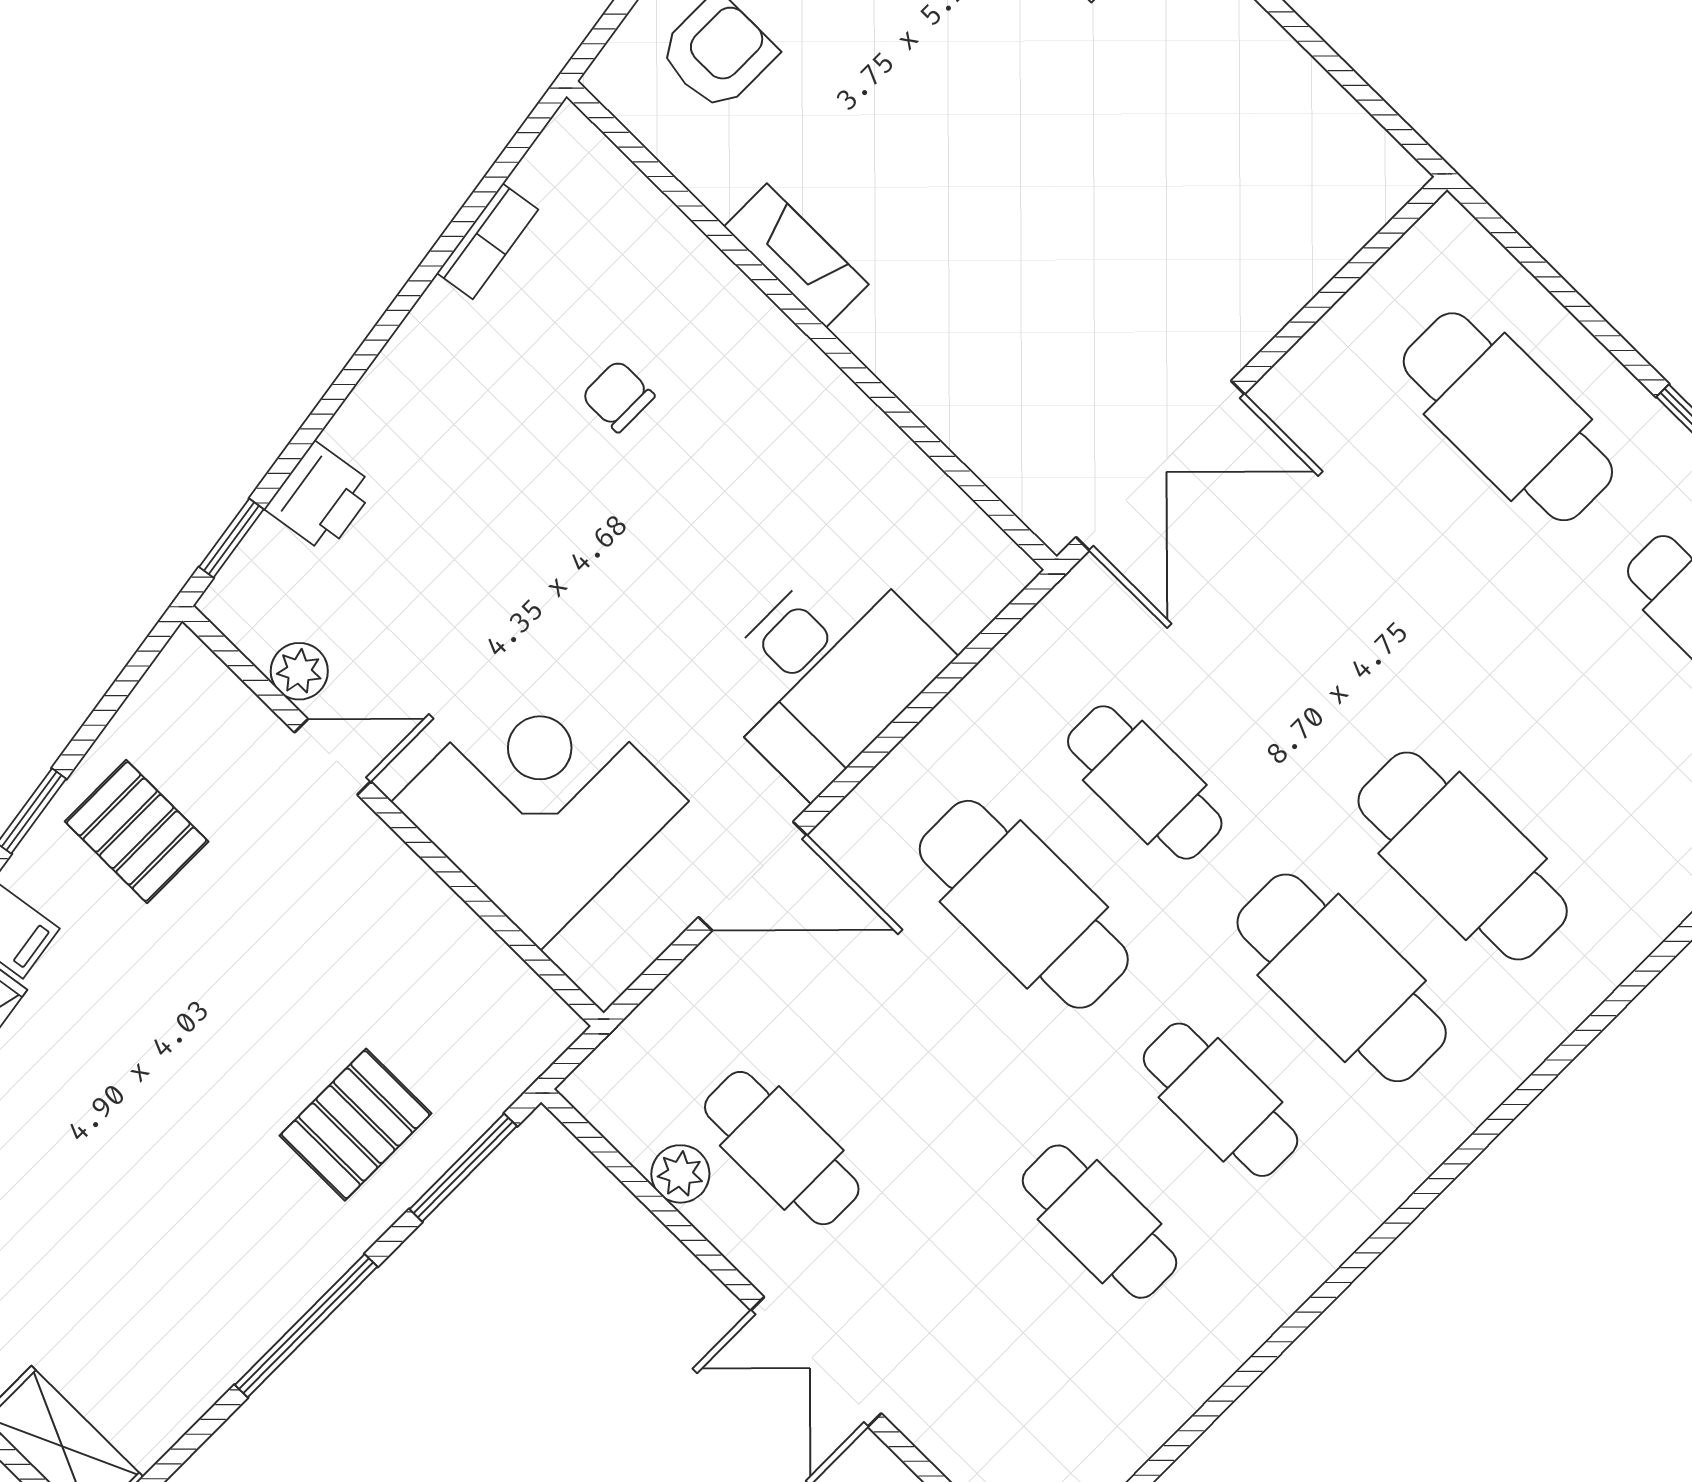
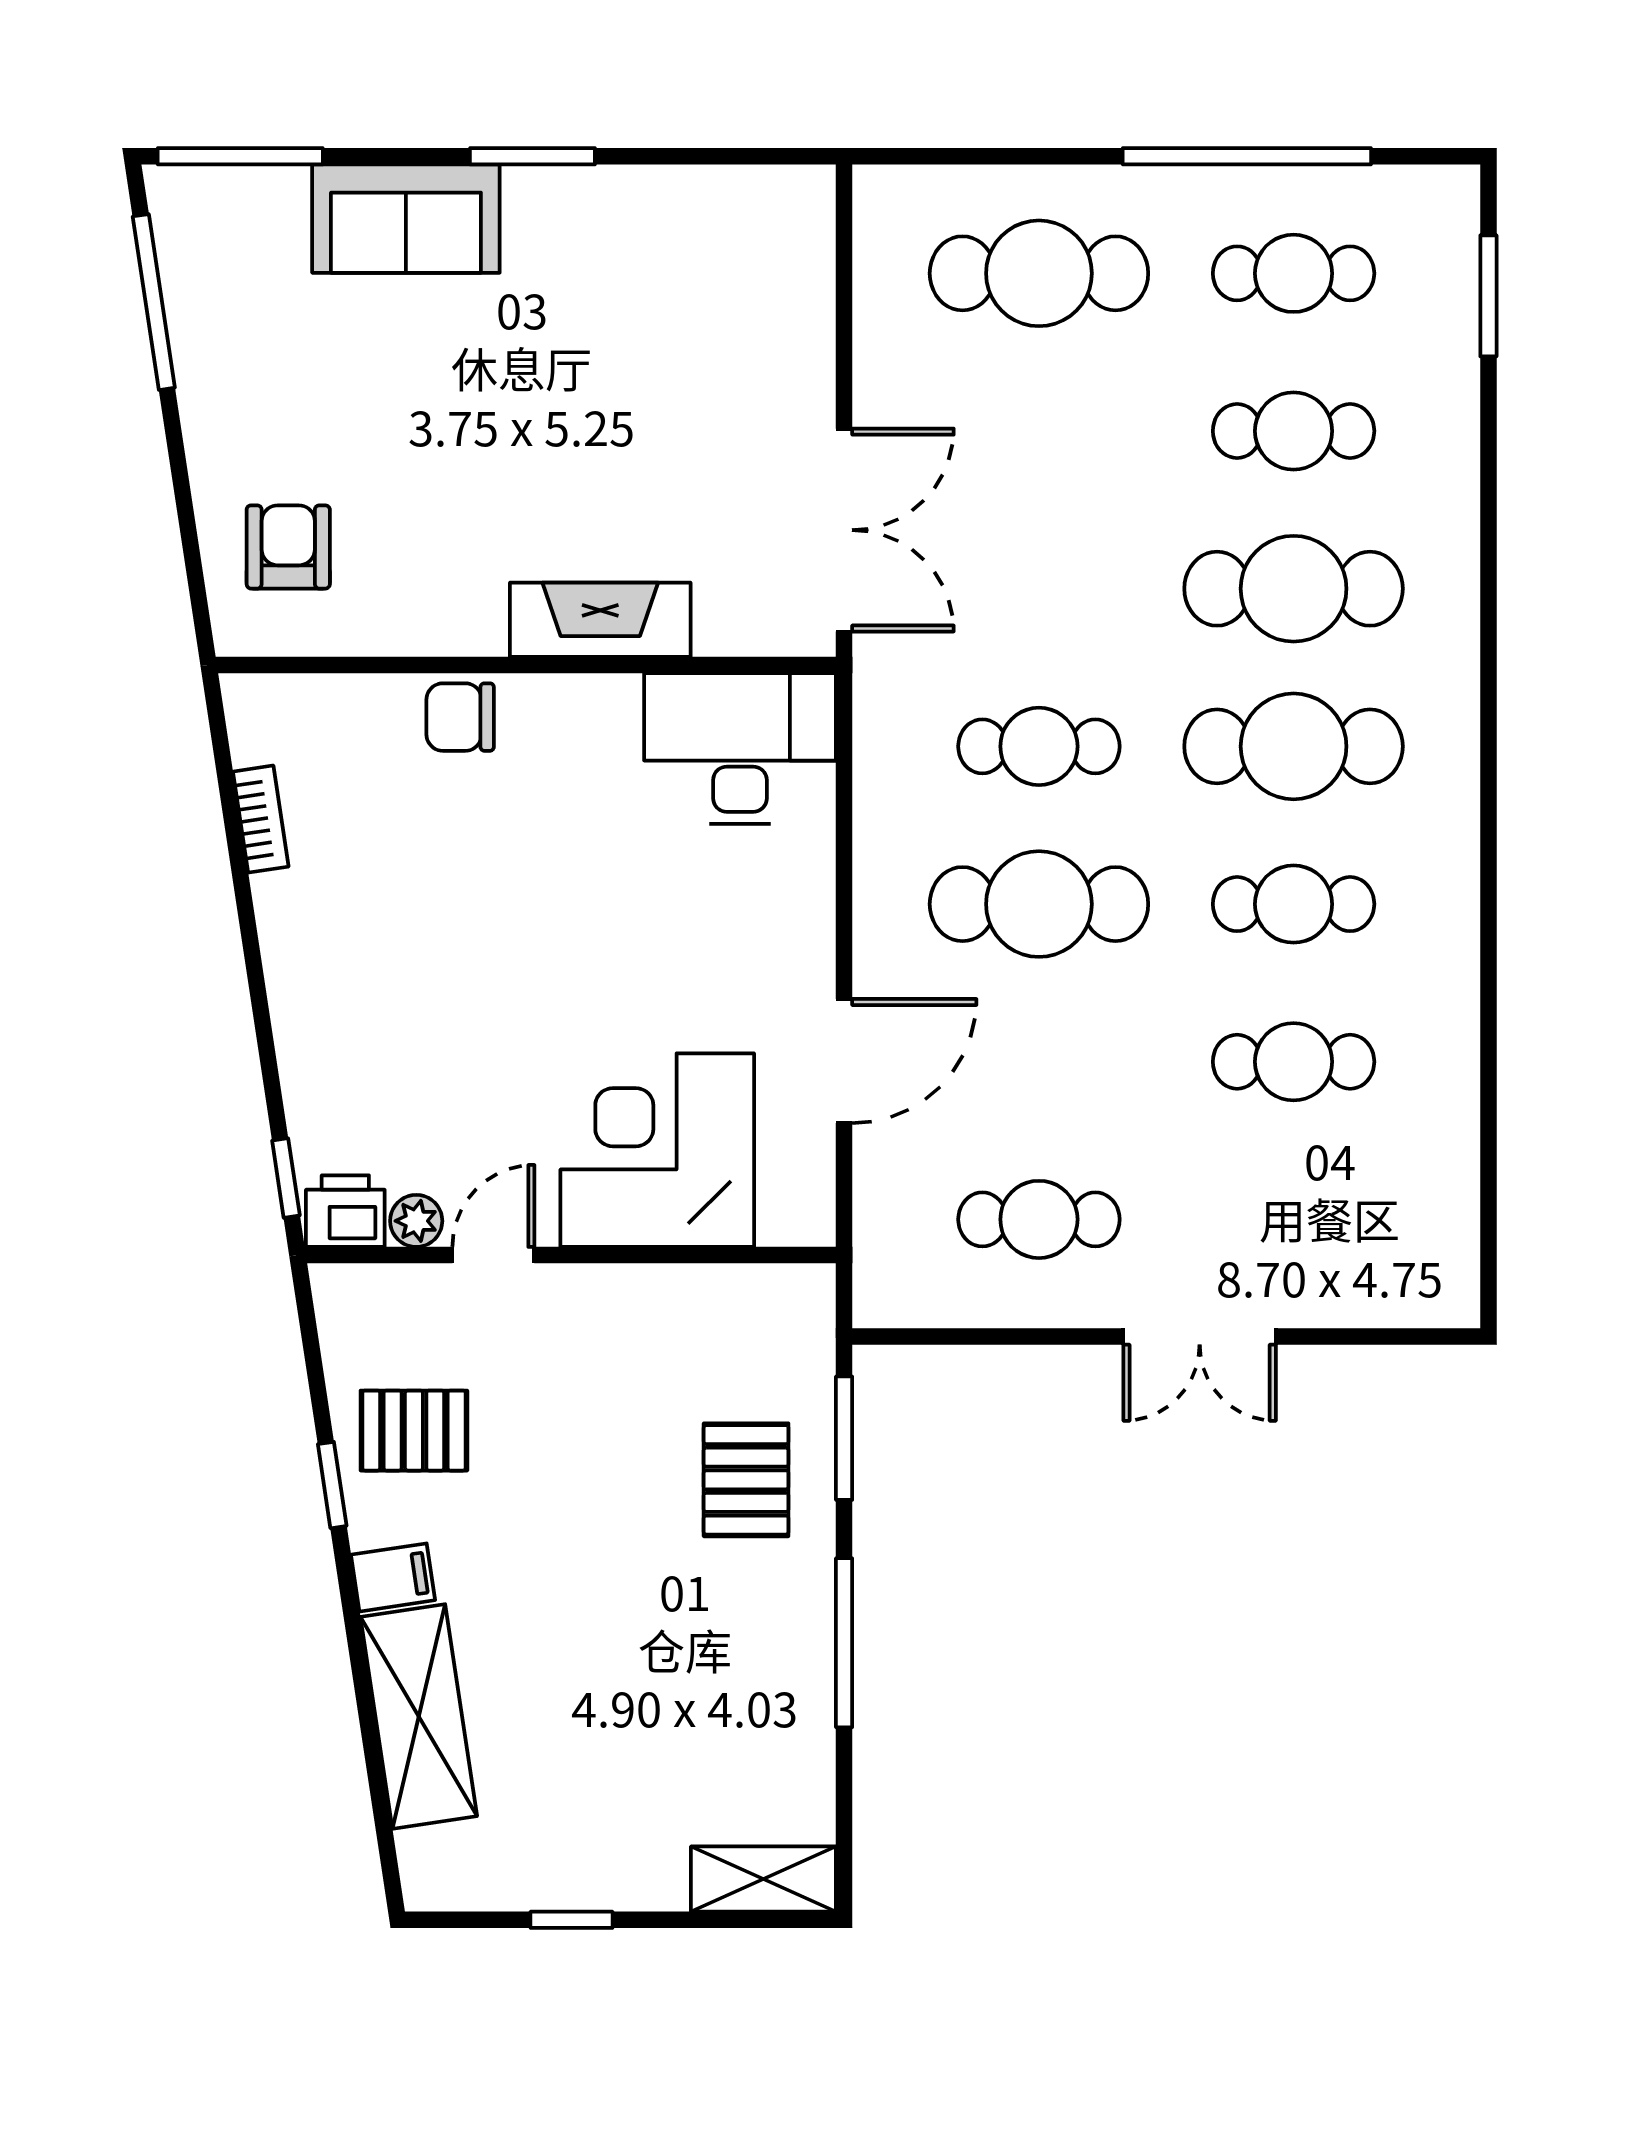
fireplace: (796, 256) -> (600, 620), moved, width x1.37, depth x1.32
chair: (618, 396) -> (460, 717), moved, width x1.37, depth x1.37
printer: (321, 497) -> (345, 1211), moved, turned -81
desk: (827, 672) -> (740, 749), moved, turned -90
cafe table: (1584, 734) -> (1294, 431), added
plant: (680, 1174) -> (990, 1302), removed

